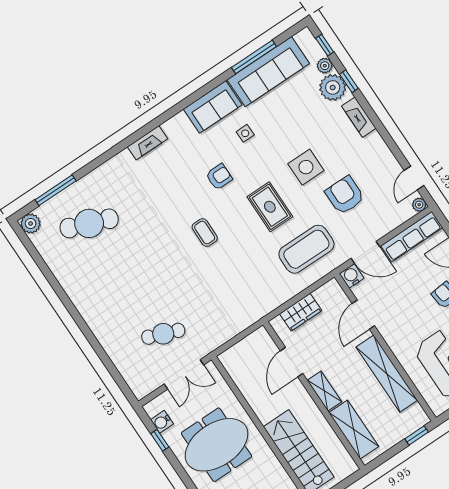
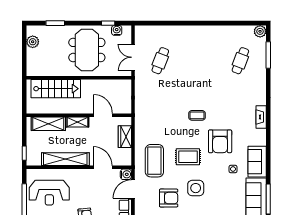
armchair: (219, 177) -> (220, 141), width x1.88, depth x1.88
cafe table: (89, 223) -> (240, 61), width x0.73, depth x0.74

